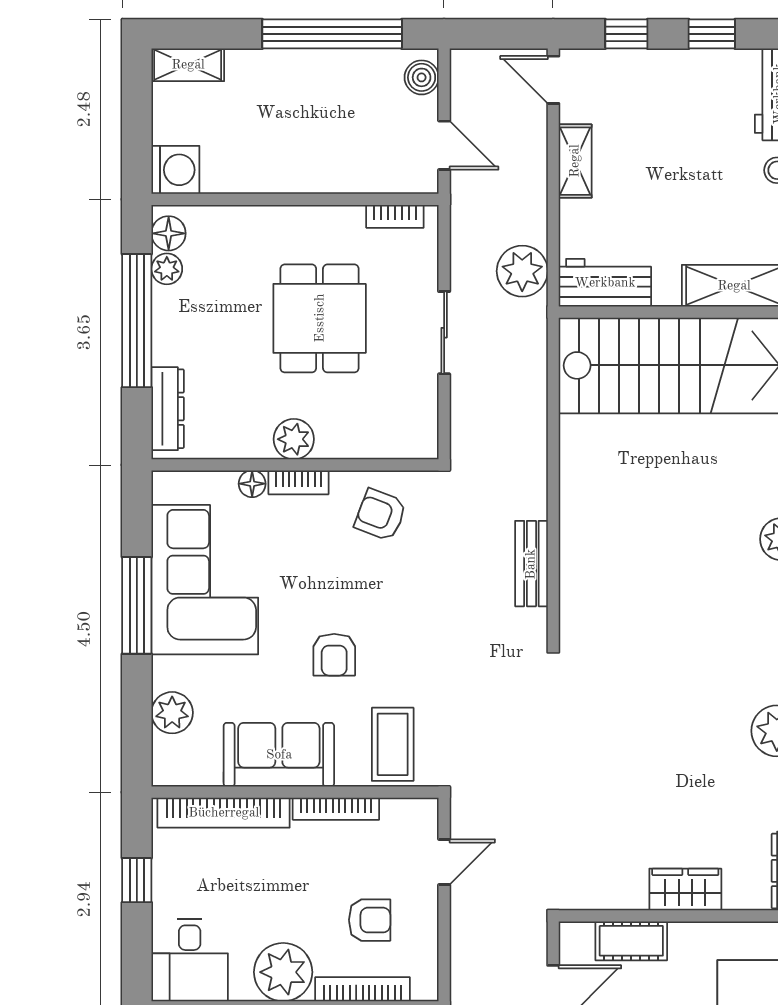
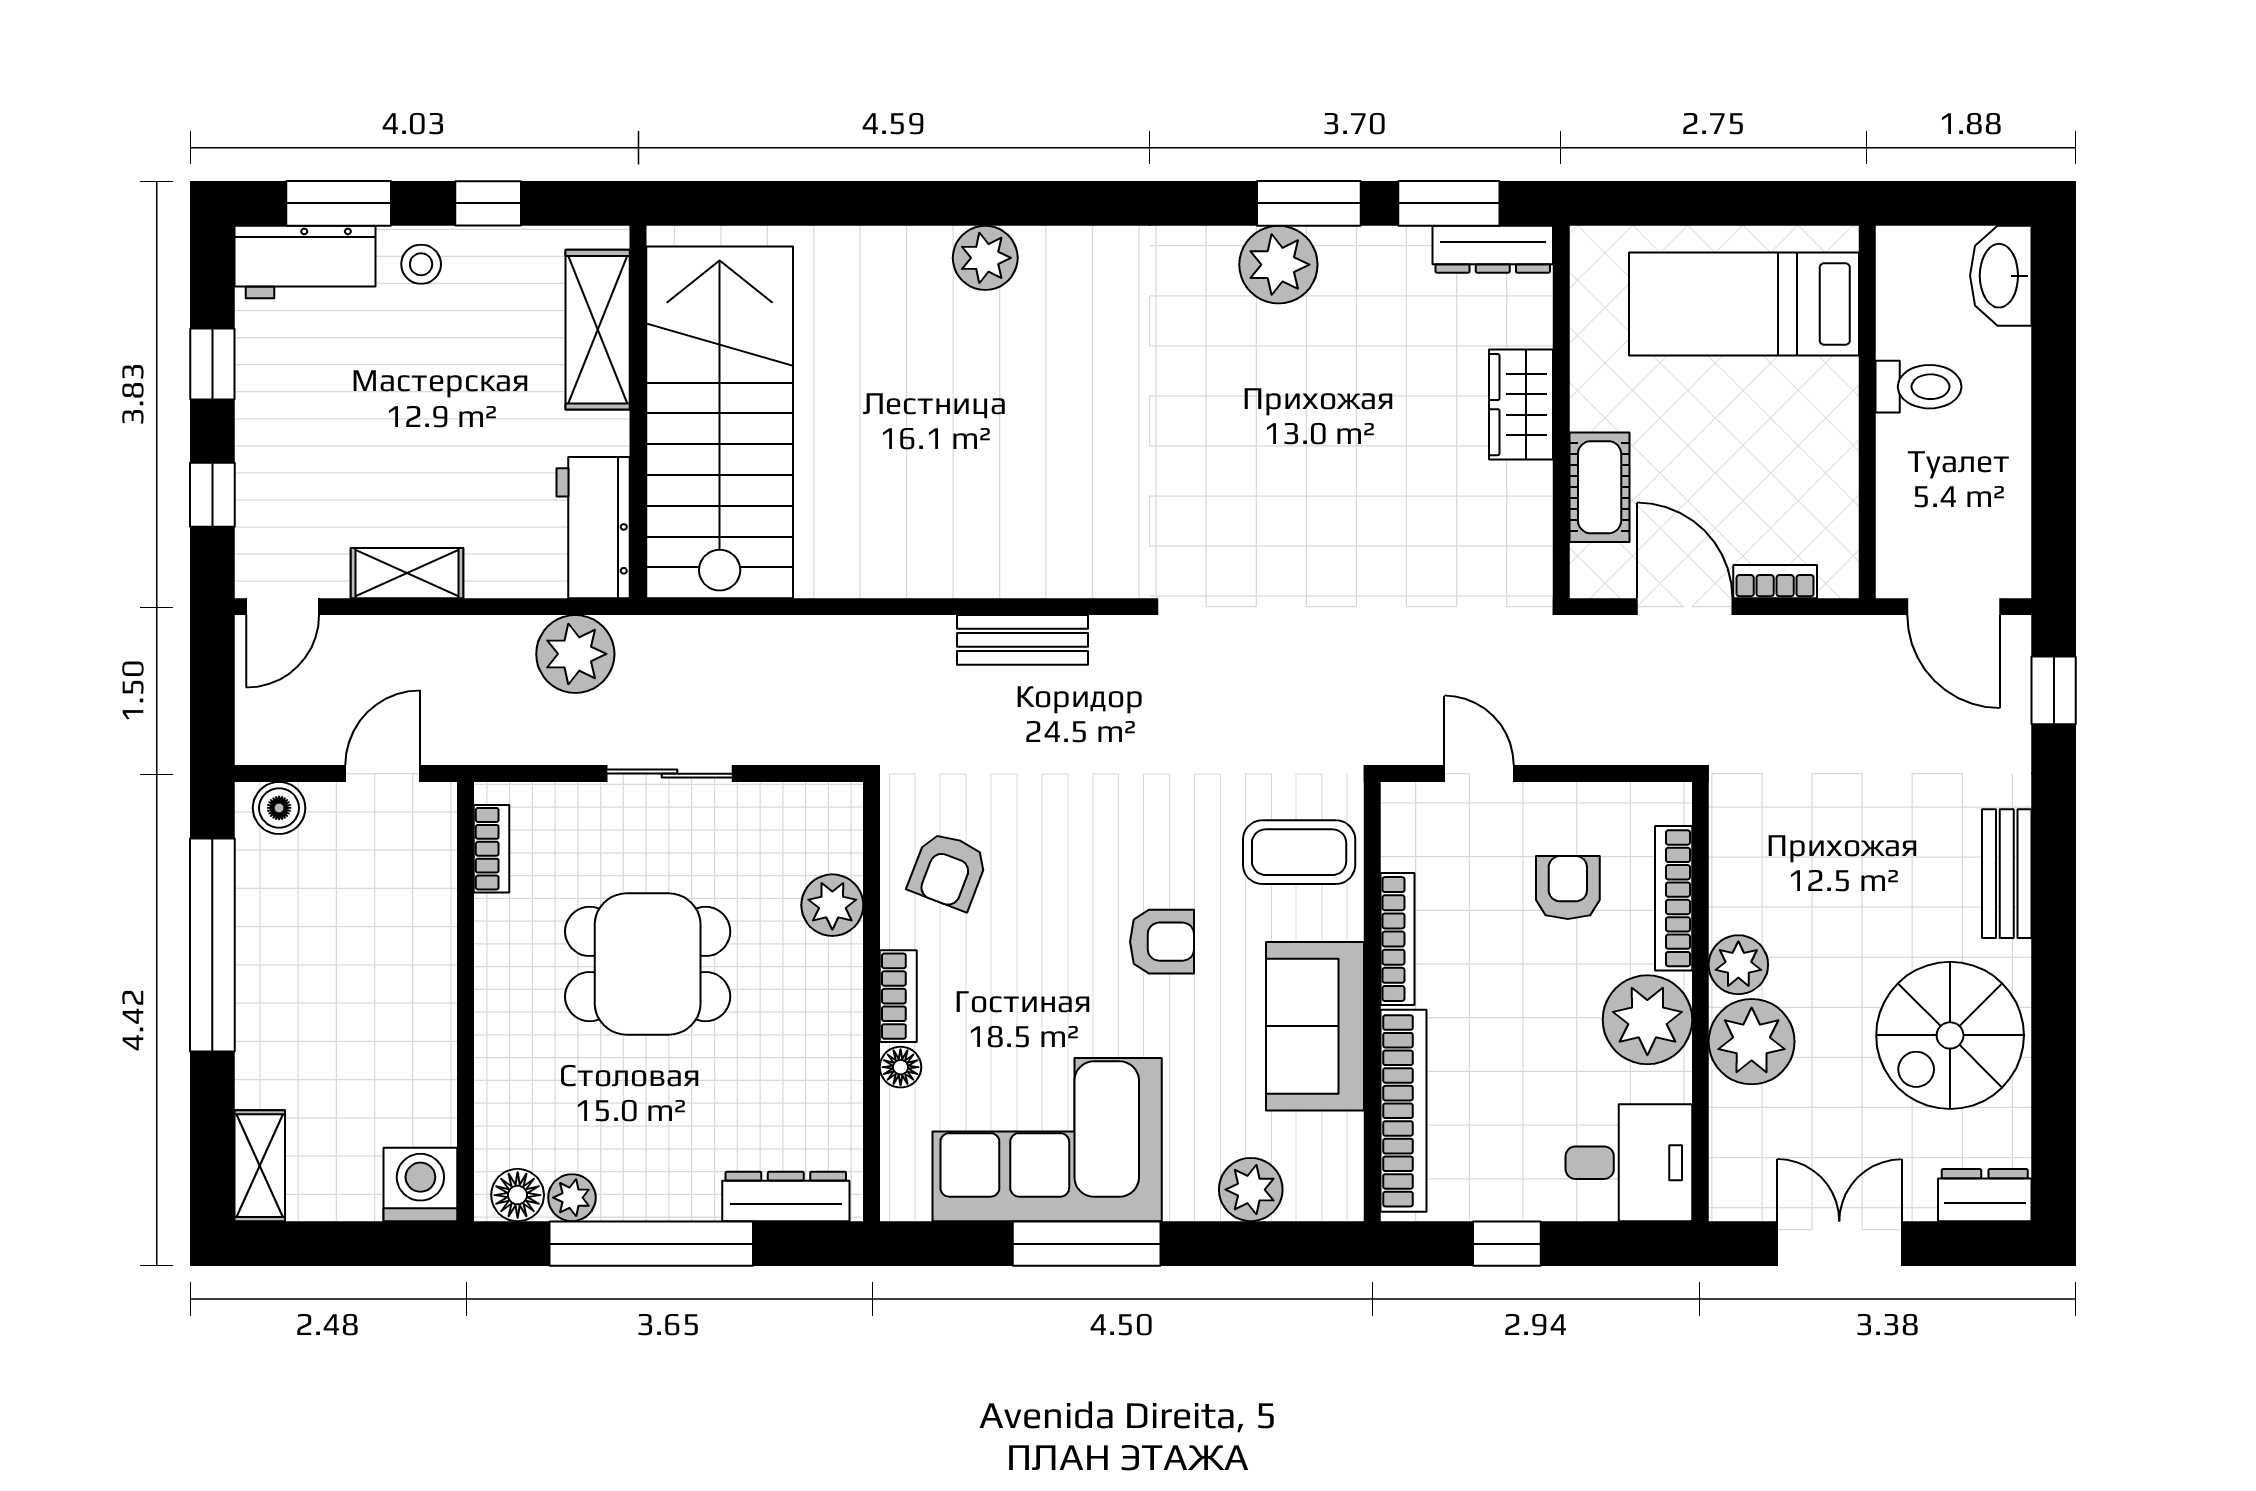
plant: (294, 439) -> (832, 905), moved

